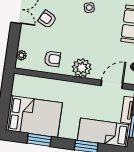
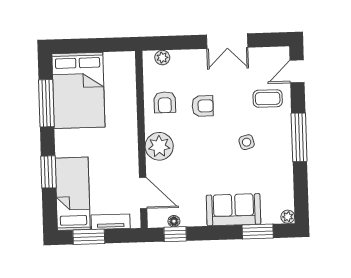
armchair: (47, 19) -> (203, 106), moved, turned 63
window: (39, 140) -> (46, 103), width x1.44

